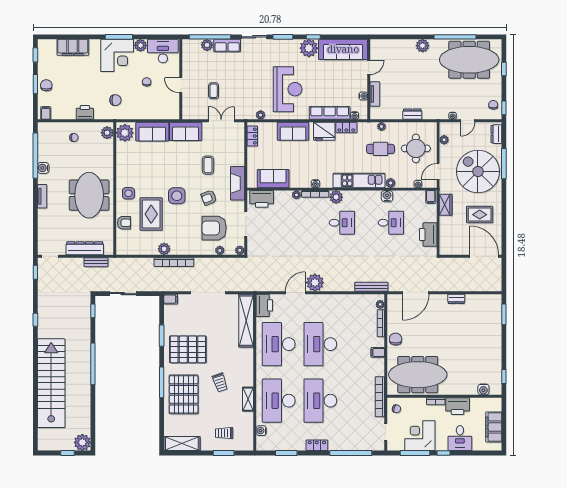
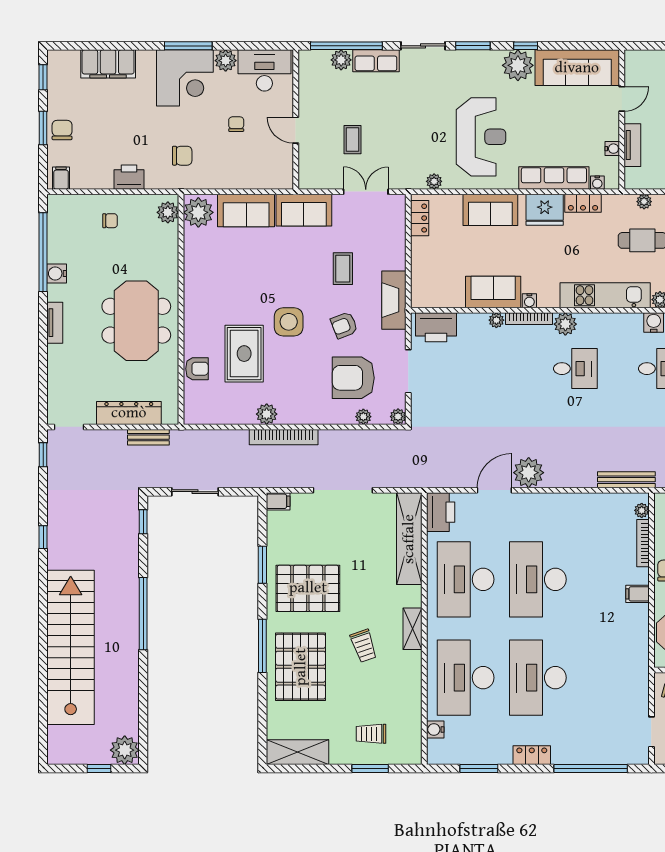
sofa: (273, 179) -> (493, 292), moved
side table: (128, 193) -> (205, 318), removed
bookcase: (380, 397) -> (641, 671), removed
shelving: (248, 399) -> (412, 629), moved

